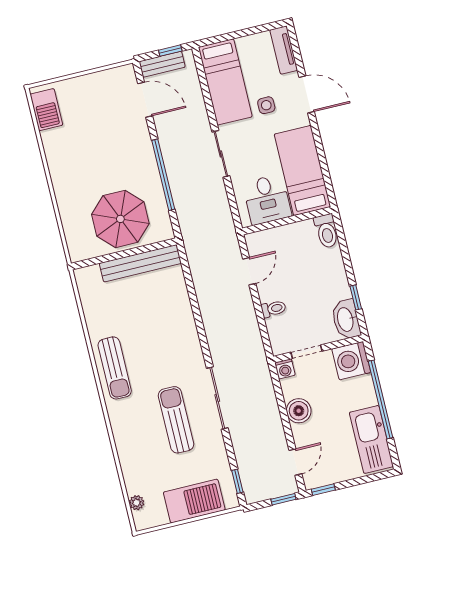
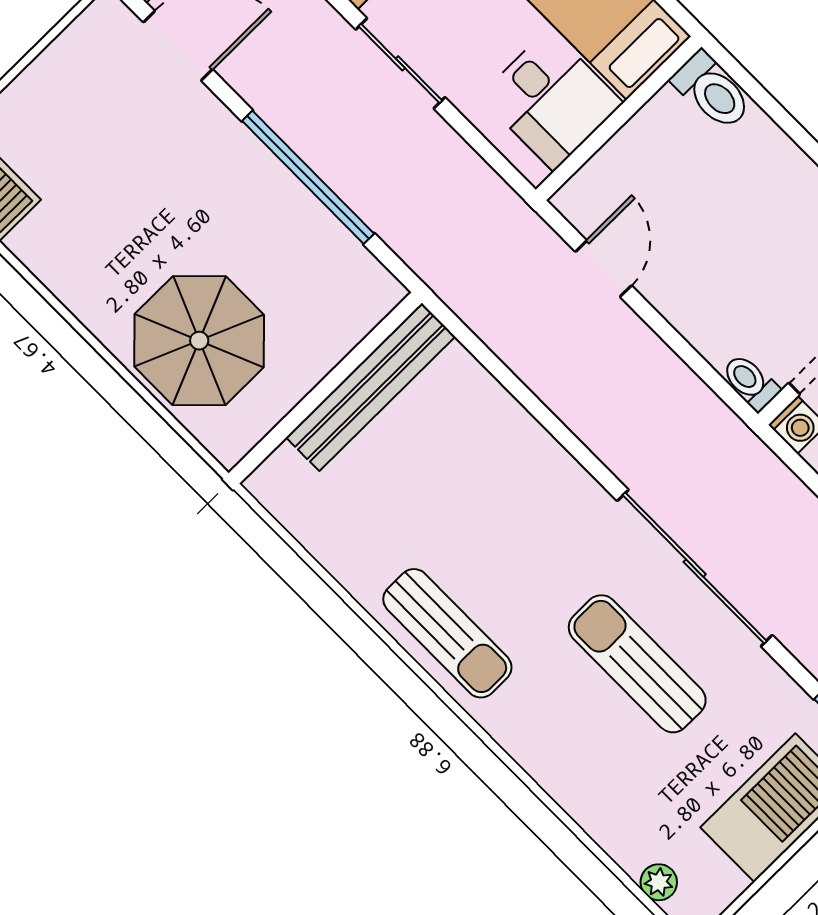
parasol: (120, 219) -> (199, 341), moved
toilet: (274, 309) -> (750, 382), moved, turned -90
sliding door: (217, 398) -> (695, 568), width x1.36

